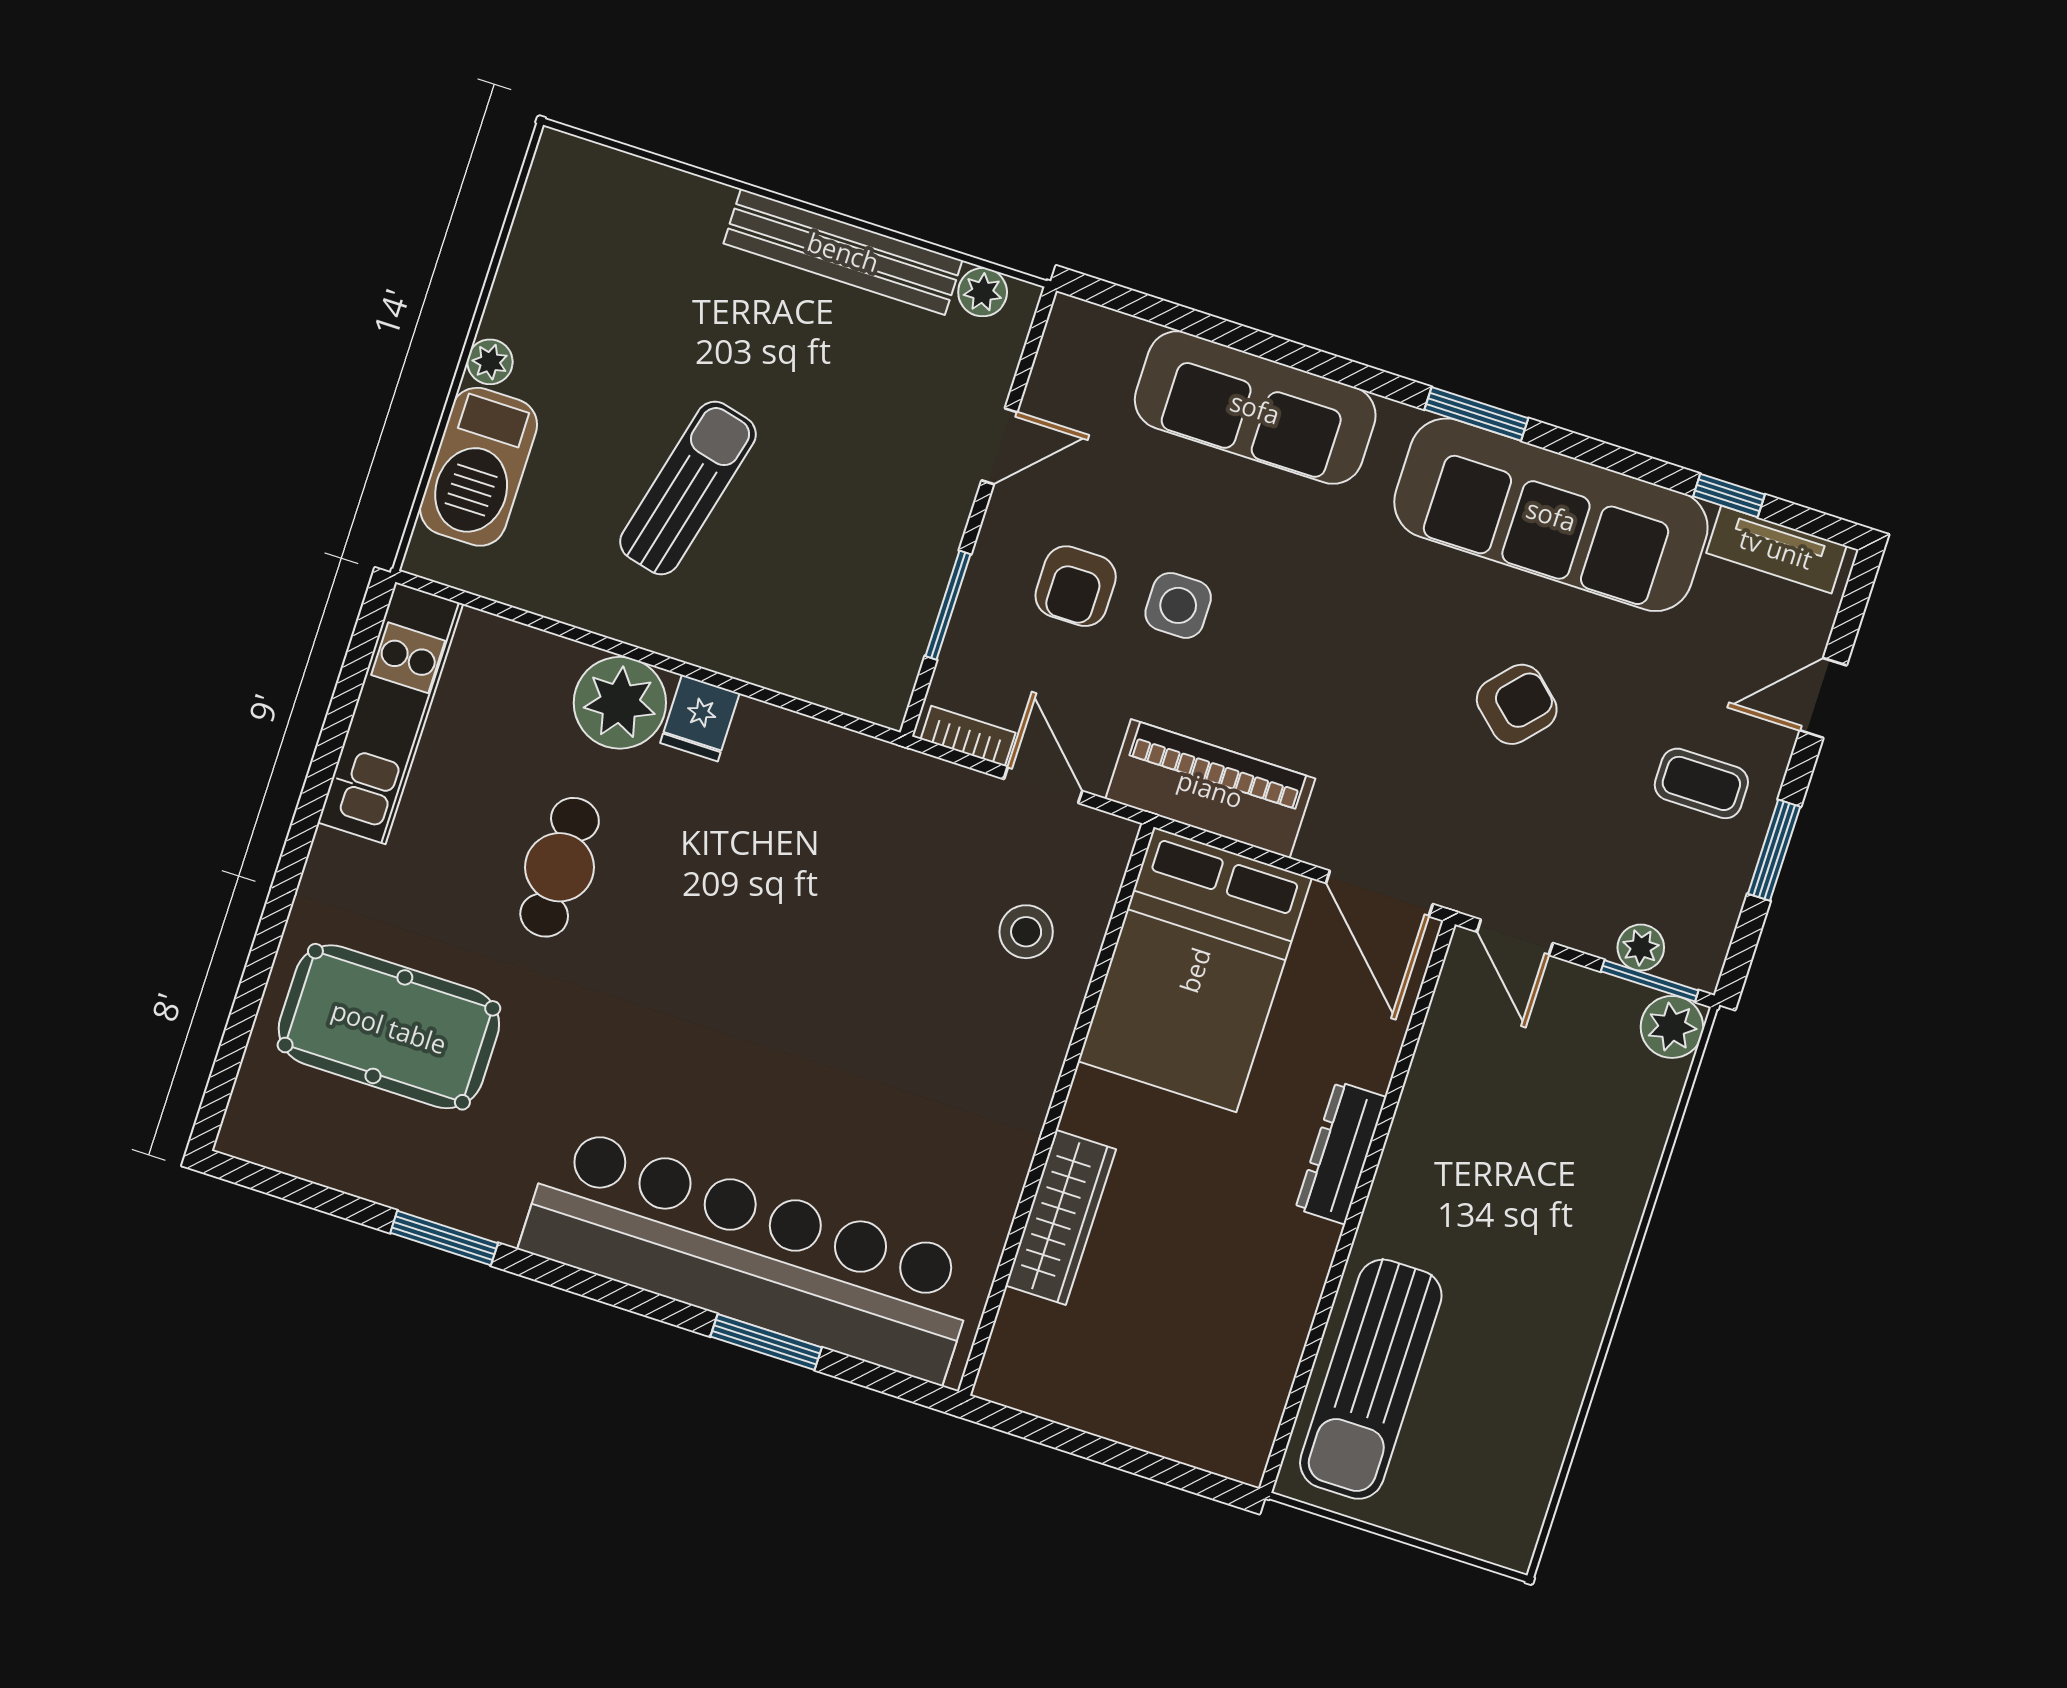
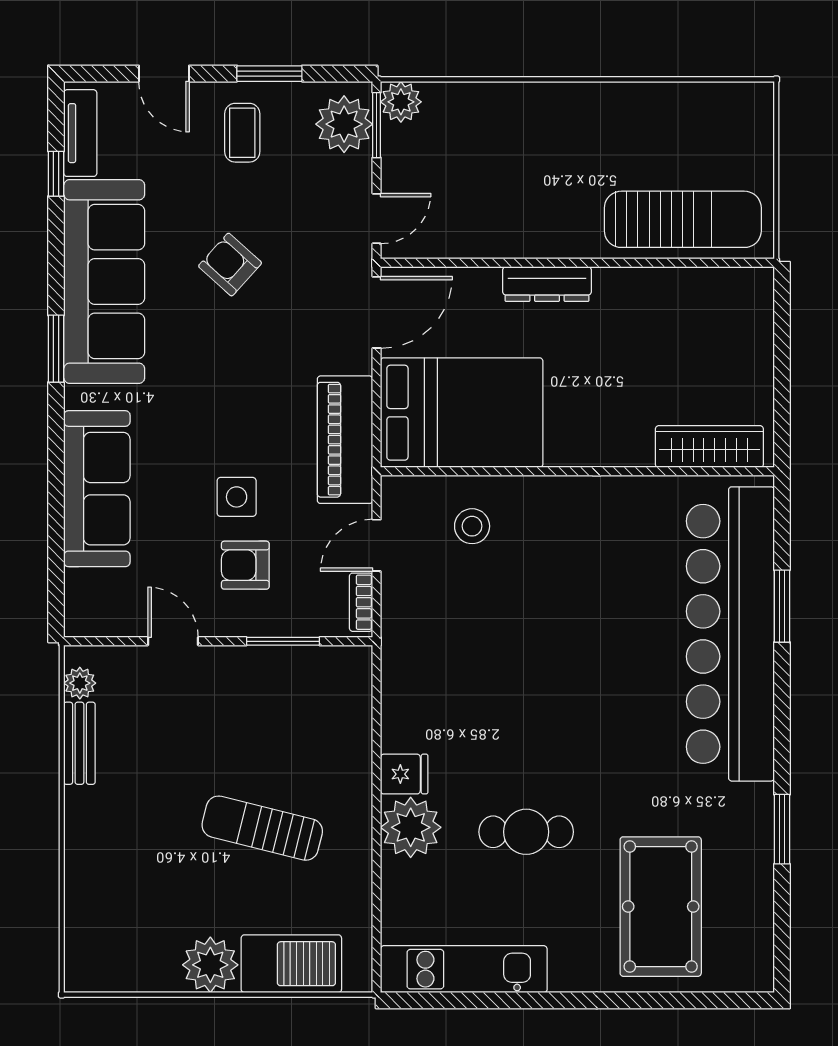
bench: (843, 252) -> (79, 743), width x0.54, depth x0.82
plant: (490, 362) -> (210, 965), width x1.88, depth x1.88
armchair: (1076, 586) -> (245, 565), turned 180
plant: (1641, 948) -> (344, 124), width x1.88, depth x1.88
wardrobe: (1061, 1217) -> (709, 447), moved

